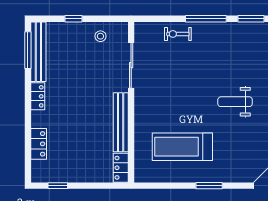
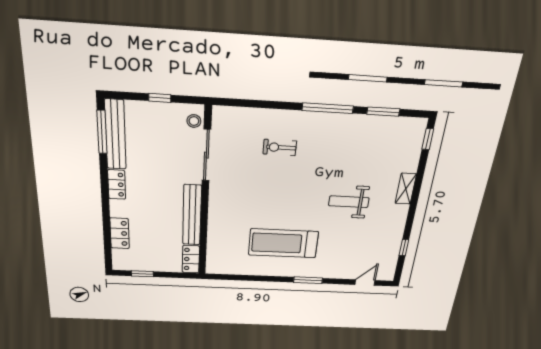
exercise bike: (178, 34) -> (280, 147), moved
sliding door: (131, 65) -> (206, 155), moved
wall: (131, 102) -> (205, 195), moved
bench: (121, 122) -> (192, 215), moved
locker: (121, 168) -> (191, 259), moved

